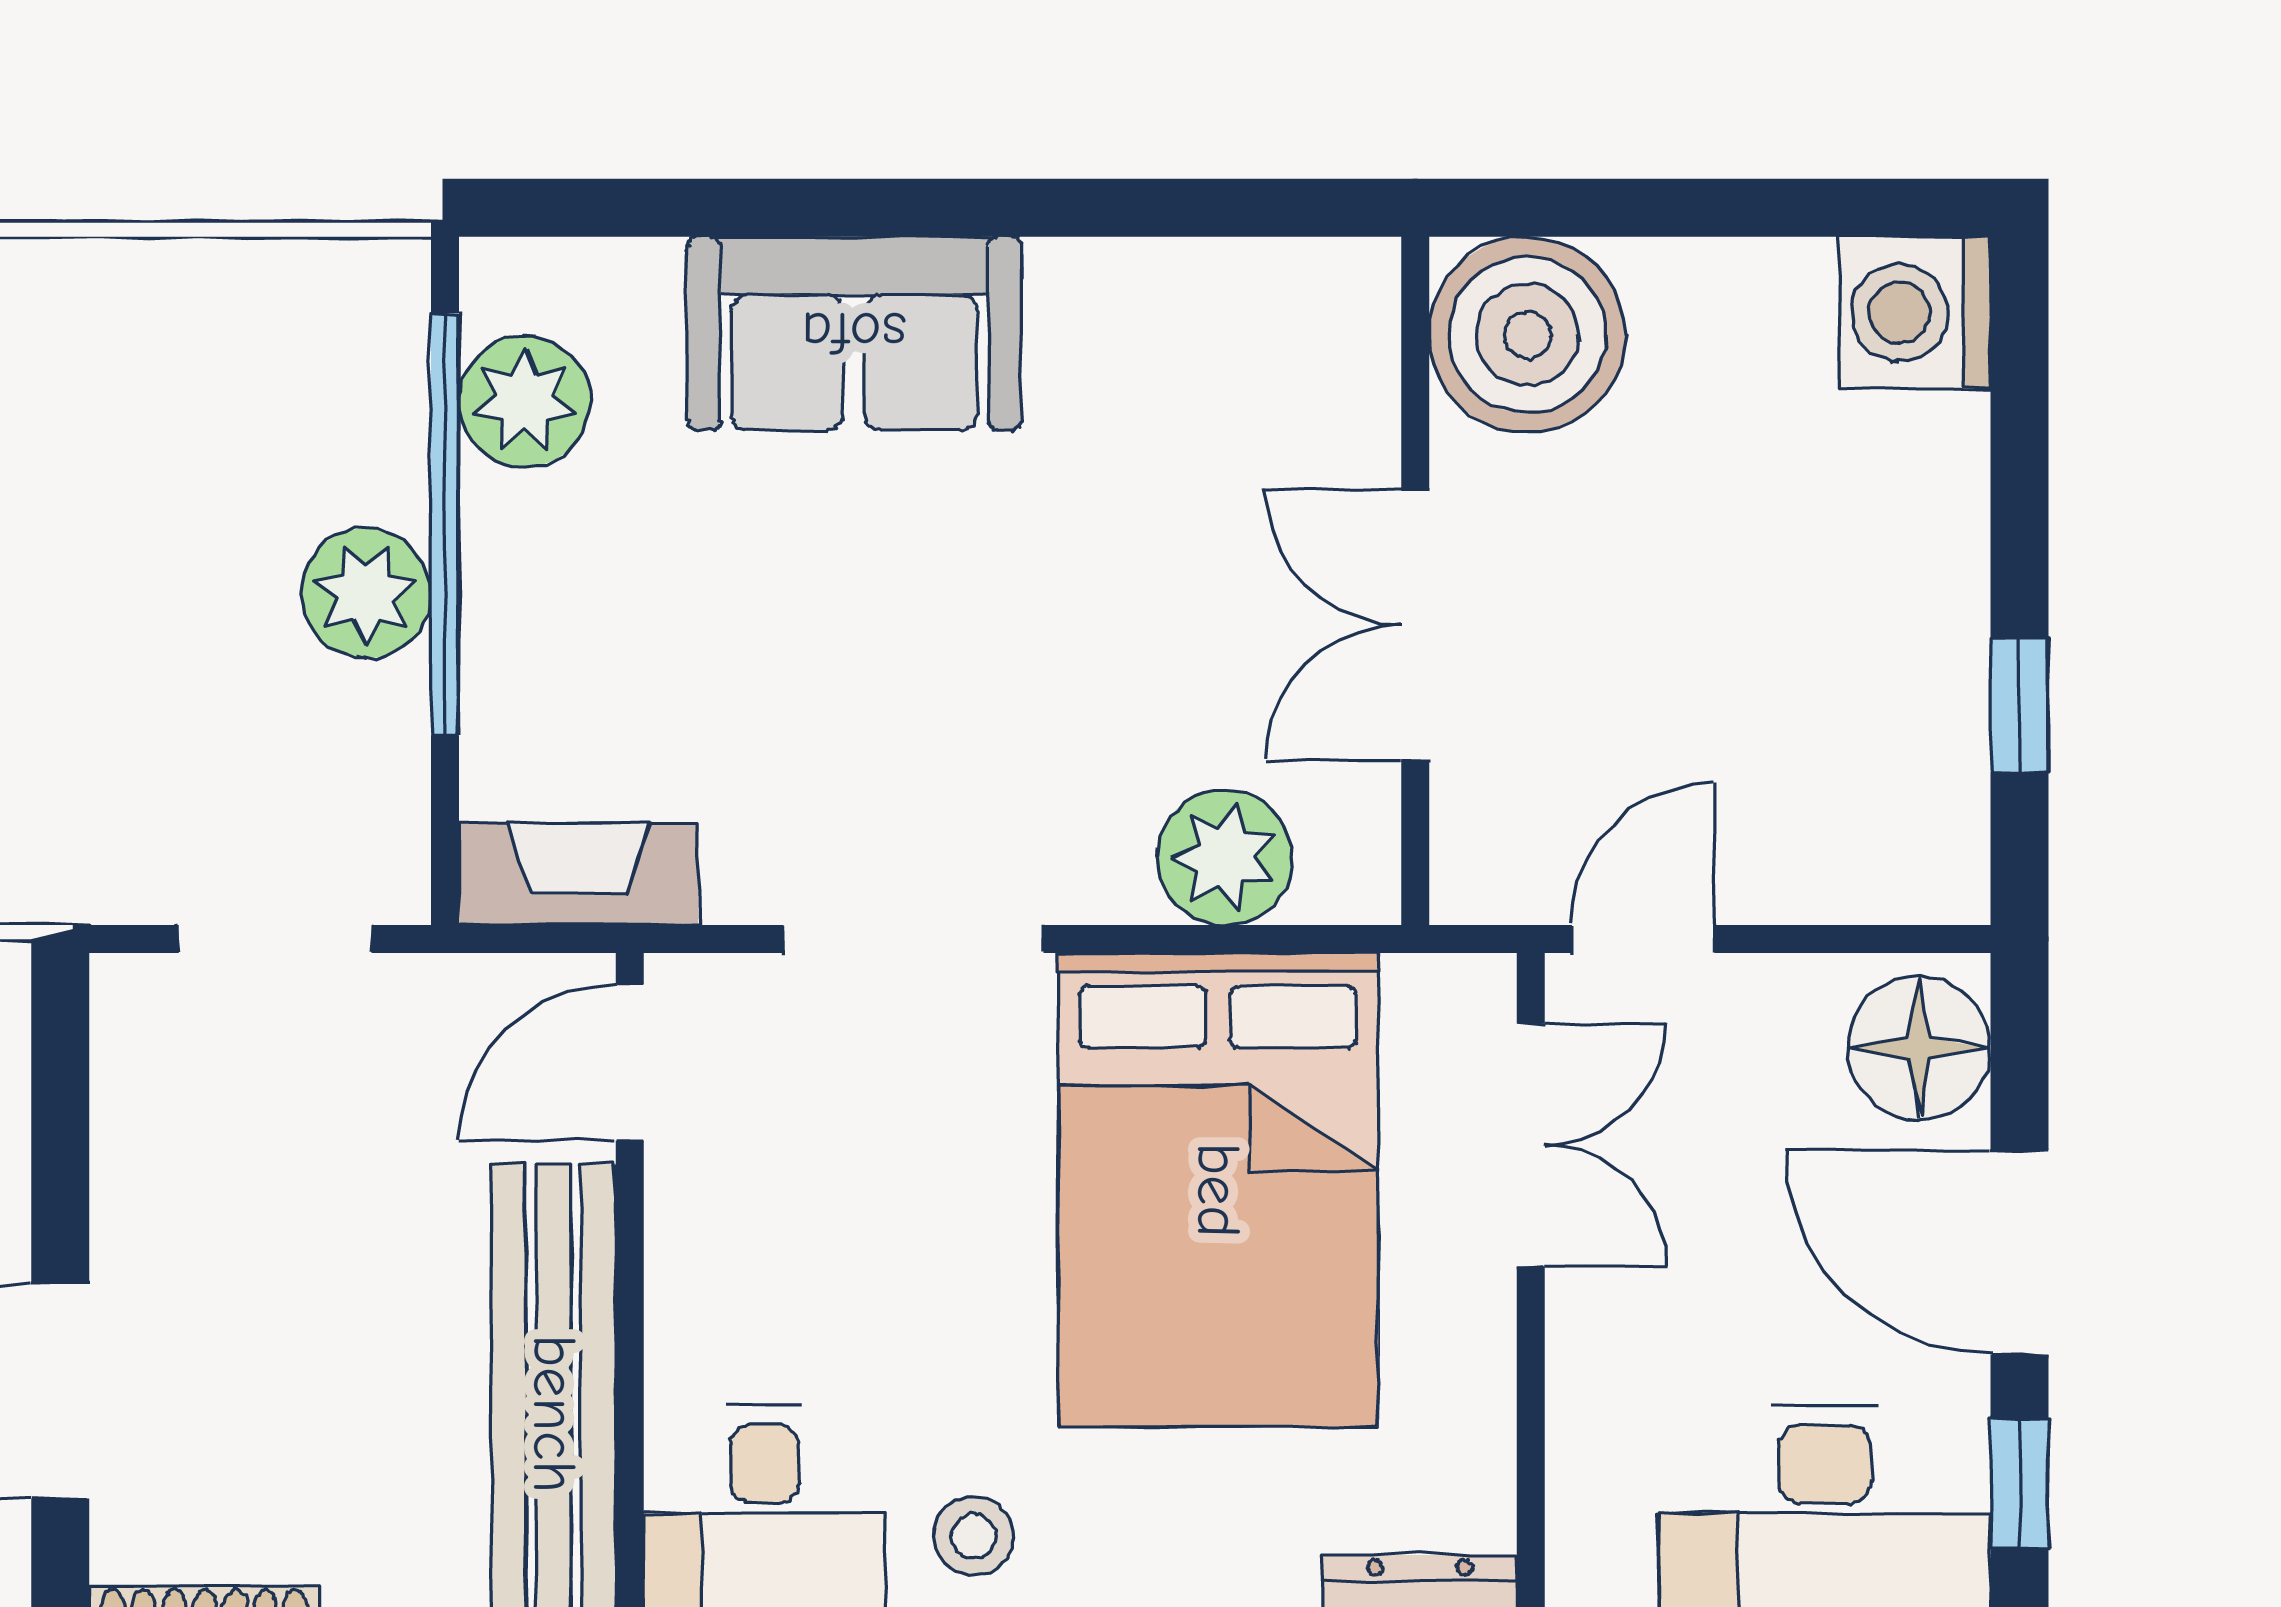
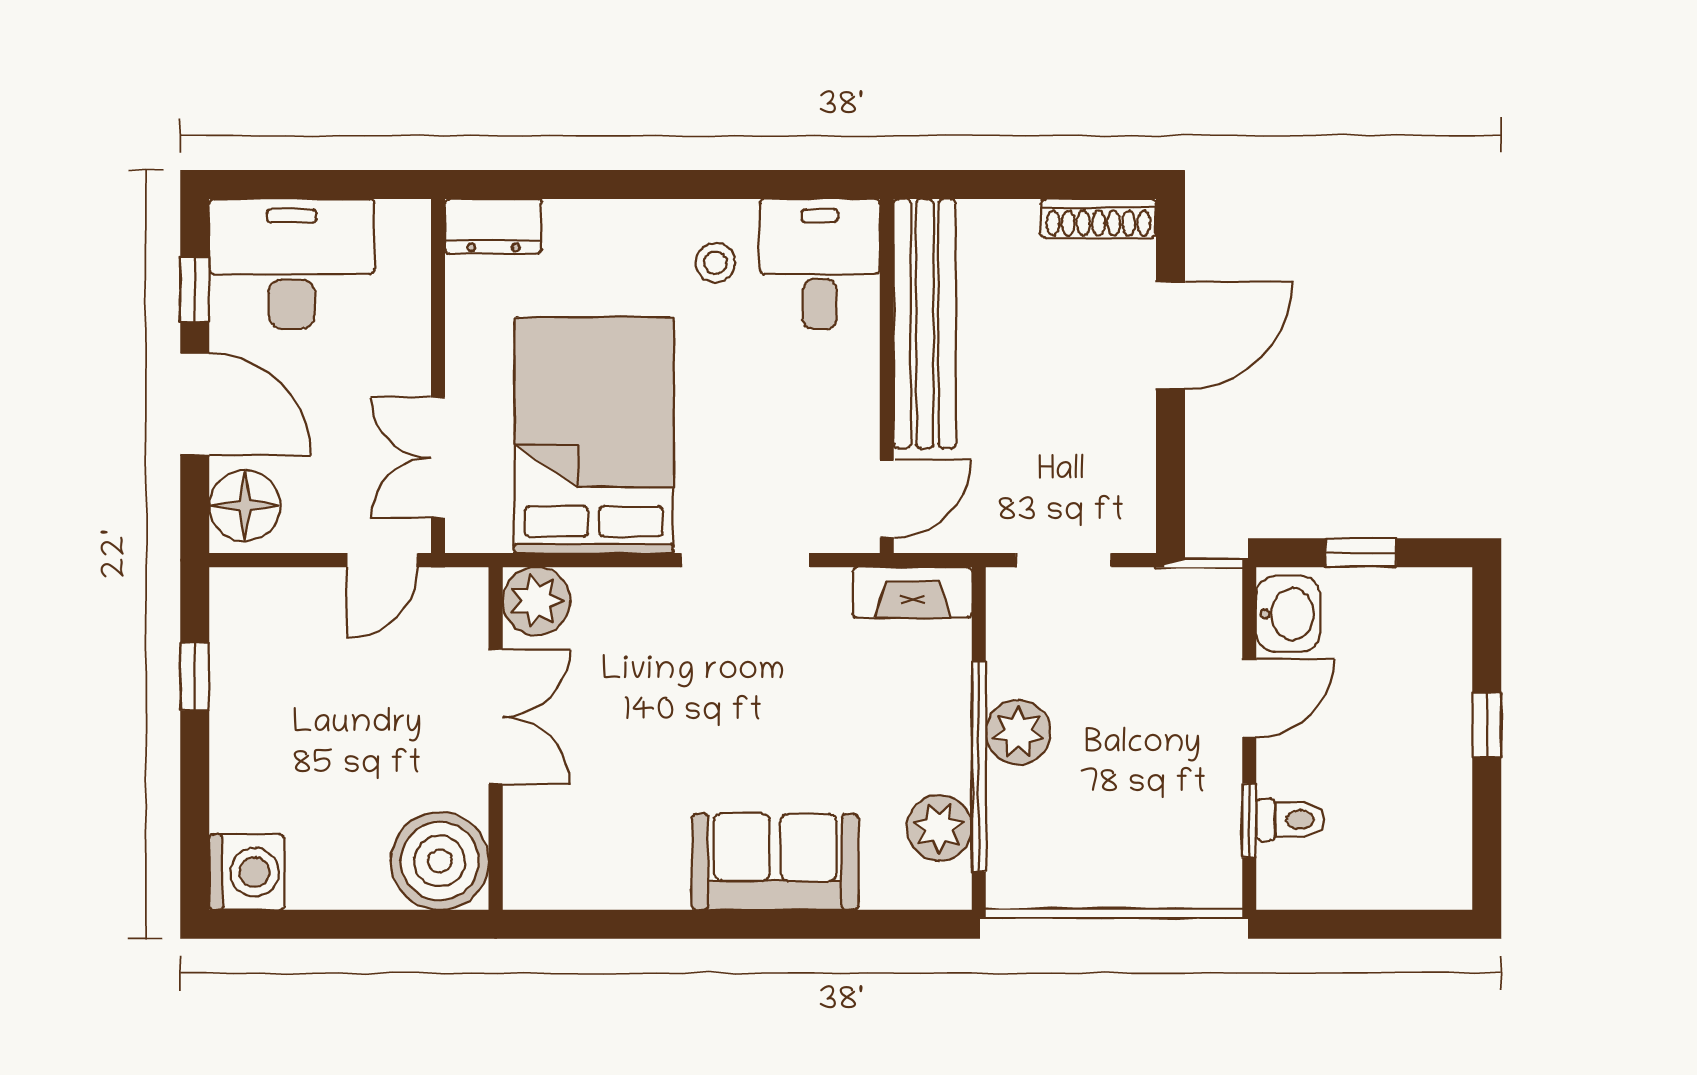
plant: (1225, 857) -> (536, 601), moved

